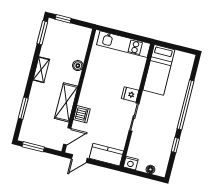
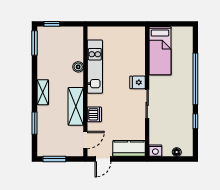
kitchen unit: (124, 44) -> (95, 67), moved, turned -90
shelving: (41, 70) -> (43, 92), moved

